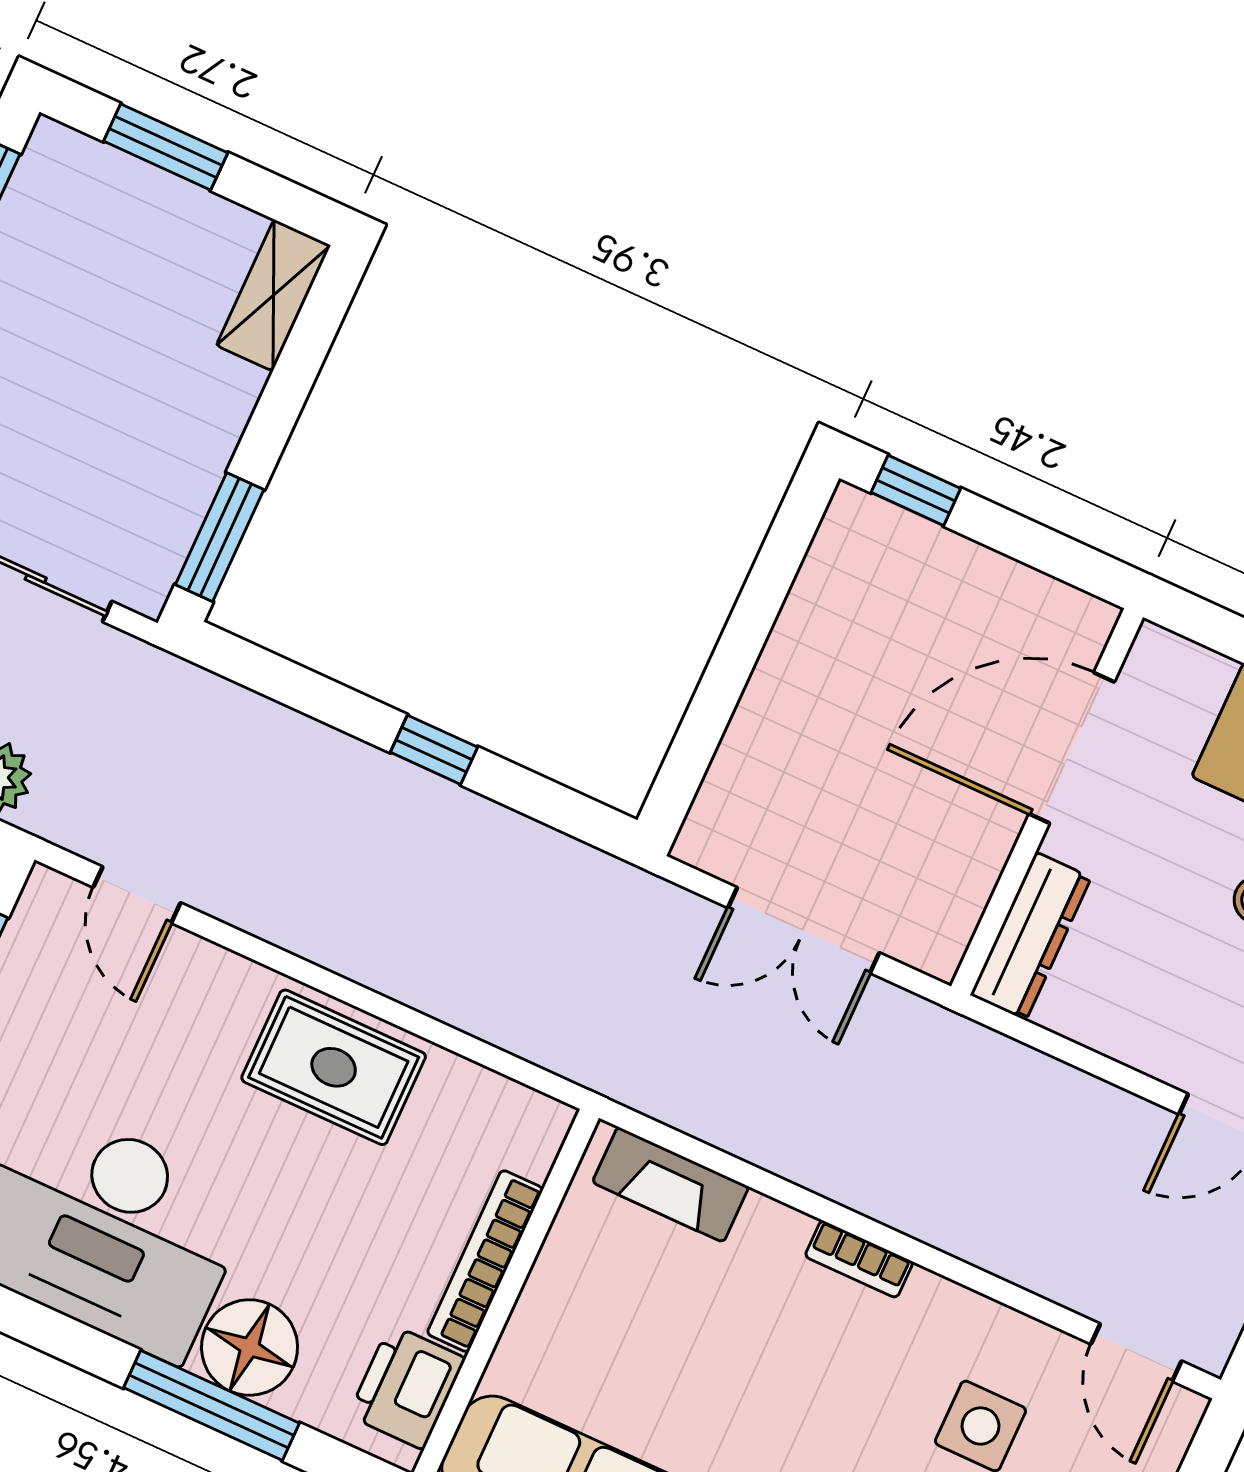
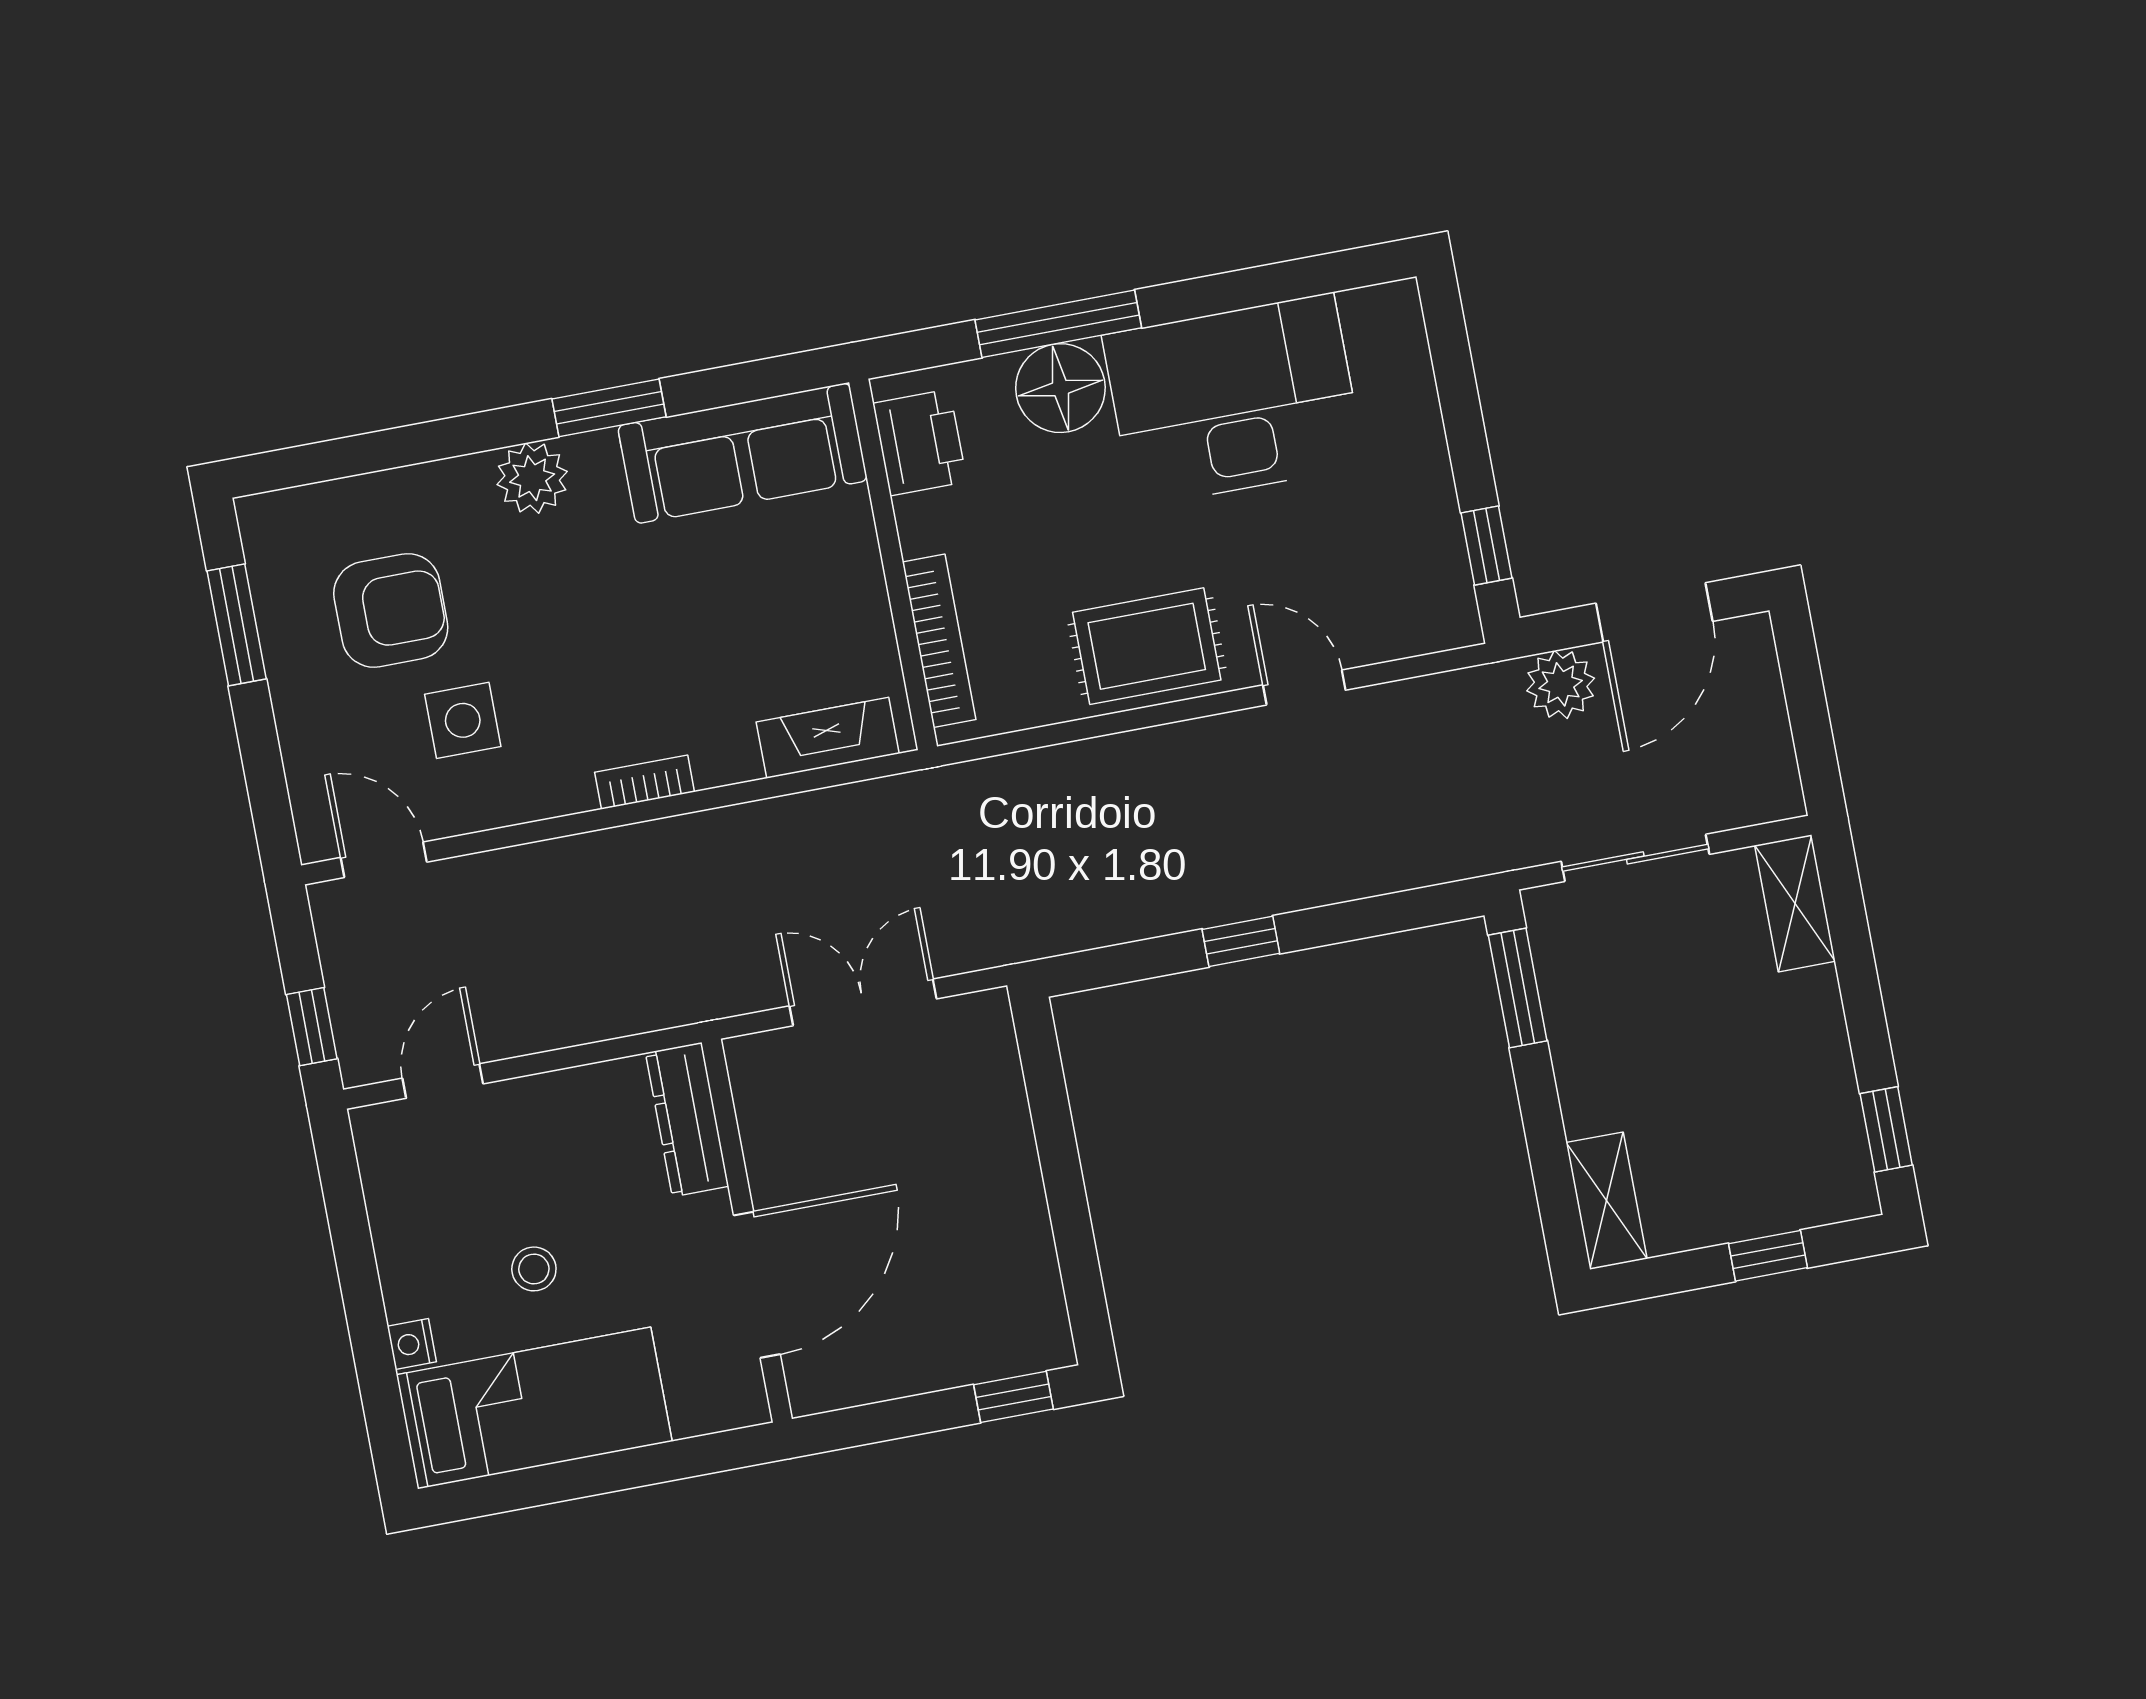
window: (166, 147) -> (1768, 1256), width x0.67
door: (137, 895) -> (1304, 688), moved
bookcase: (485, 1261) -> (939, 641), moved

